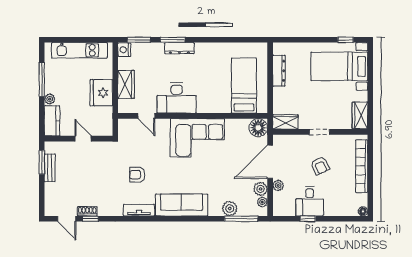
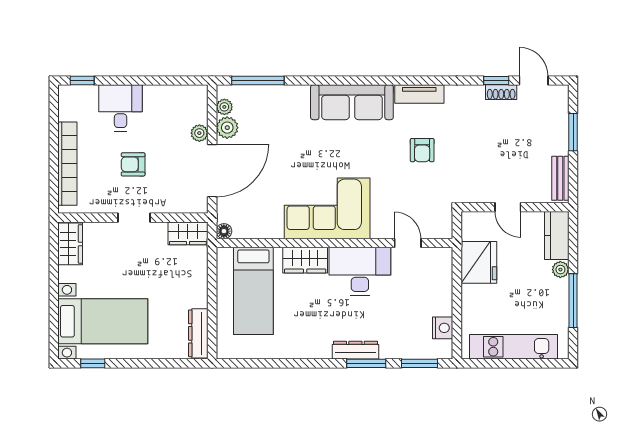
nightstand: (124, 50) -> (443, 328), moved
dresser: (279, 71) -> (198, 333), moved
wardrobe: (126, 84) -> (305, 260), moved, turned -90
fridge: (101, 93) -> (479, 262), moved
floor lamp: (258, 128) -> (224, 231), width x0.53, depth x0.53
window: (42, 162) -> (573, 132), moved
armchair: (320, 166) -> (133, 164), turned -66
bench: (50, 168) -> (560, 178), moved
armchair: (137, 175) -> (422, 150), turned 90
desk: (310, 201) -> (121, 108), moved
plant: (230, 209) -> (276, 97), removed
floor lamp: (363, 211) -> (65, 92), removed
window: (308, 219) -> (82, 80), moved

